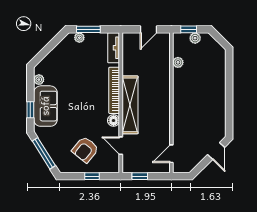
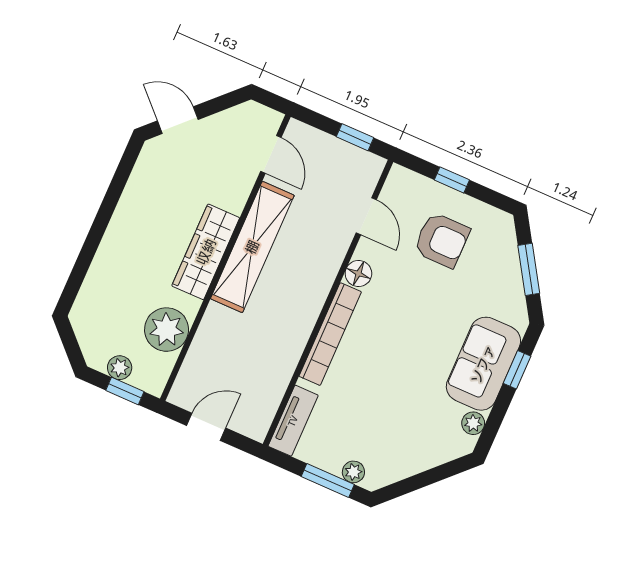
plant: (178, 62) -> (167, 330), width x1.88, depth x1.88
wardrobe: (181, 102) -> (206, 252), added
shelving: (130, 105) -> (252, 247), moved
armchair: (85, 150) -> (442, 240), turned 51
door: (216, 151) -> (178, 120), hinge flipped
window: (44, 153) -> (529, 269), width x0.69
door: (171, 154) -> (271, 154), hinge flipped

